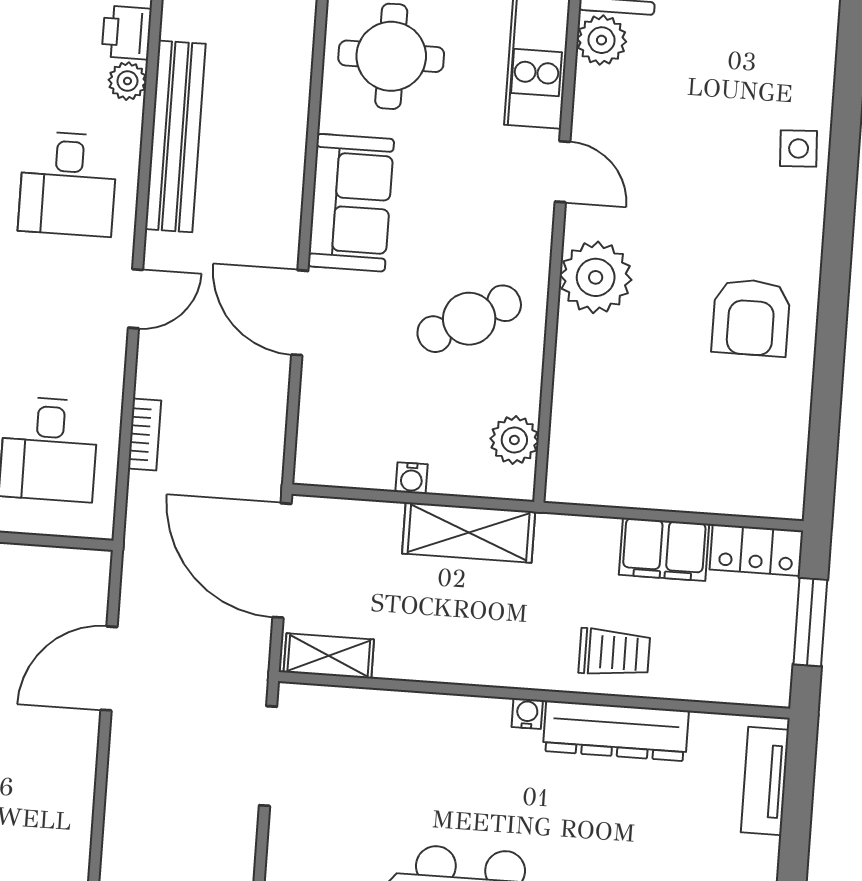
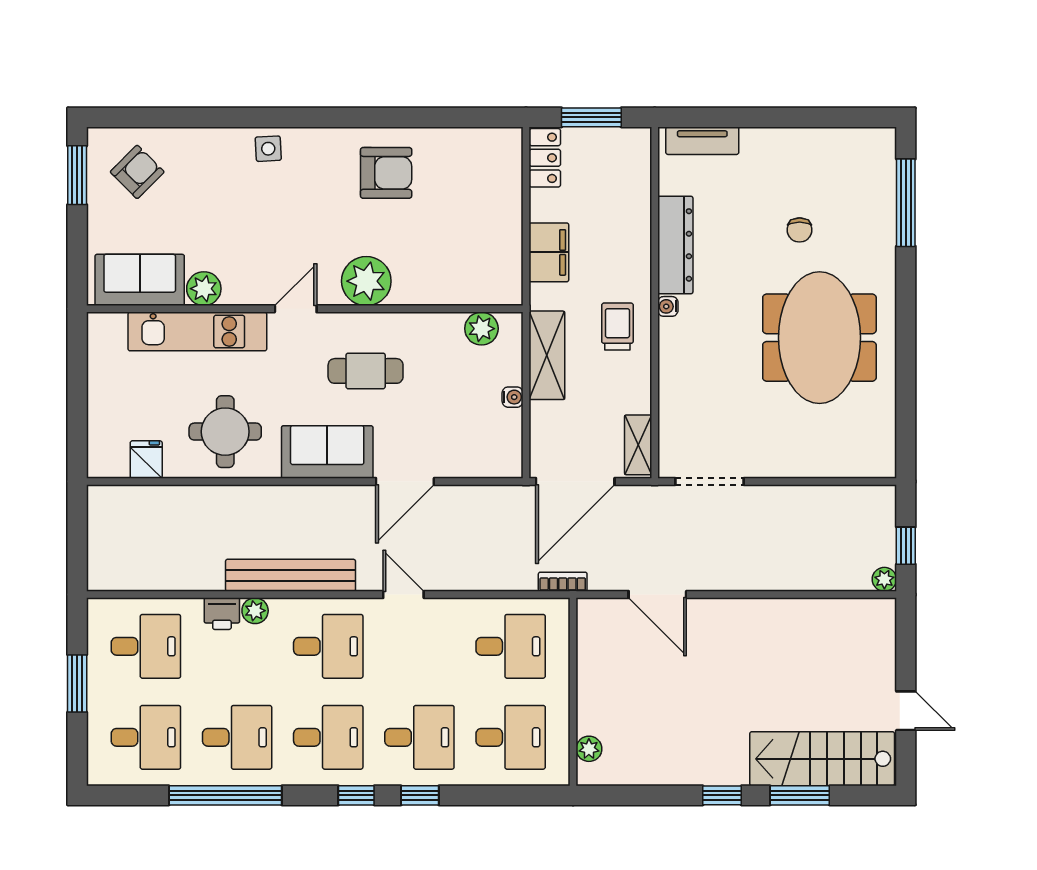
cafe table: (469, 319) -> (366, 371), moved, turned -62
bookcase: (145, 434) -> (563, 582), moved
filing cabinet: (664, 549) -> (549, 252), moved
trolley: (614, 653) -> (617, 326), moved

